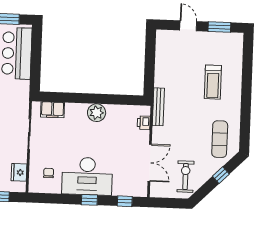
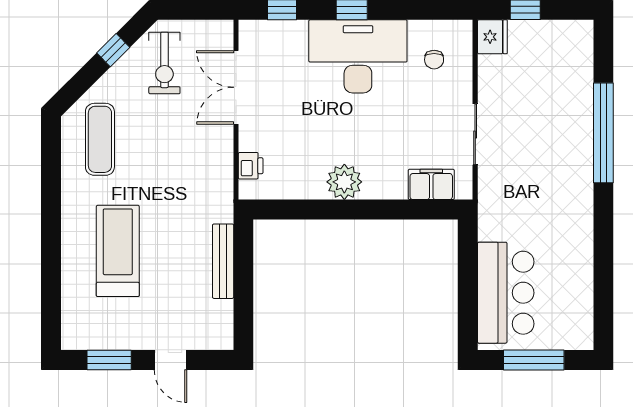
treadmill: (213, 82) -> (118, 251), width x1.37, depth x1.38
bench: (158, 107) -> (223, 261), moved
fridge: (19, 172) -> (492, 37), moved
window: (221, 175) -> (113, 50), moved

